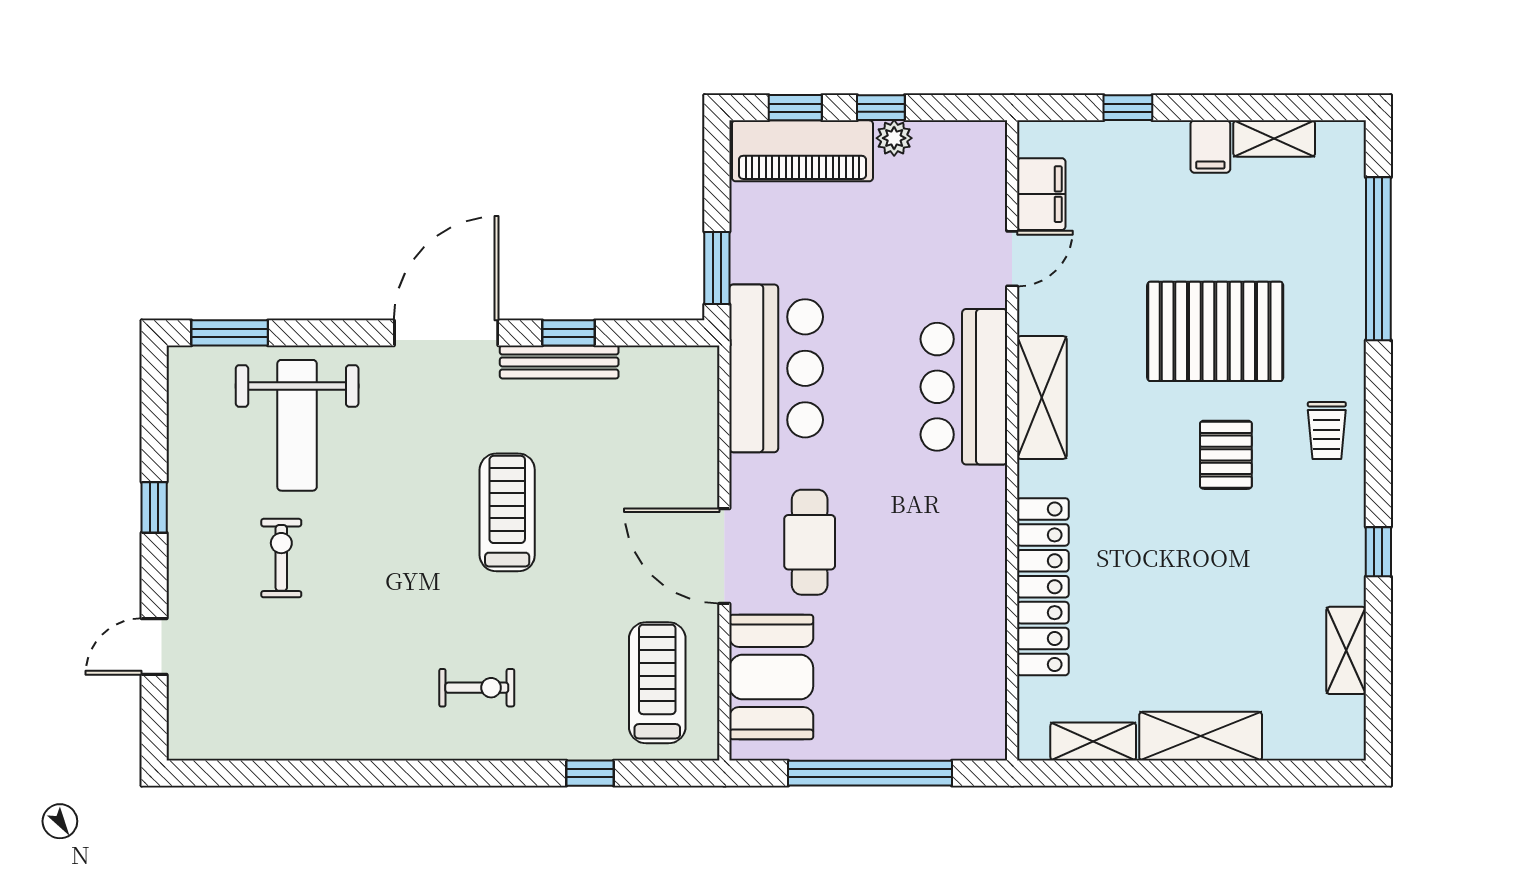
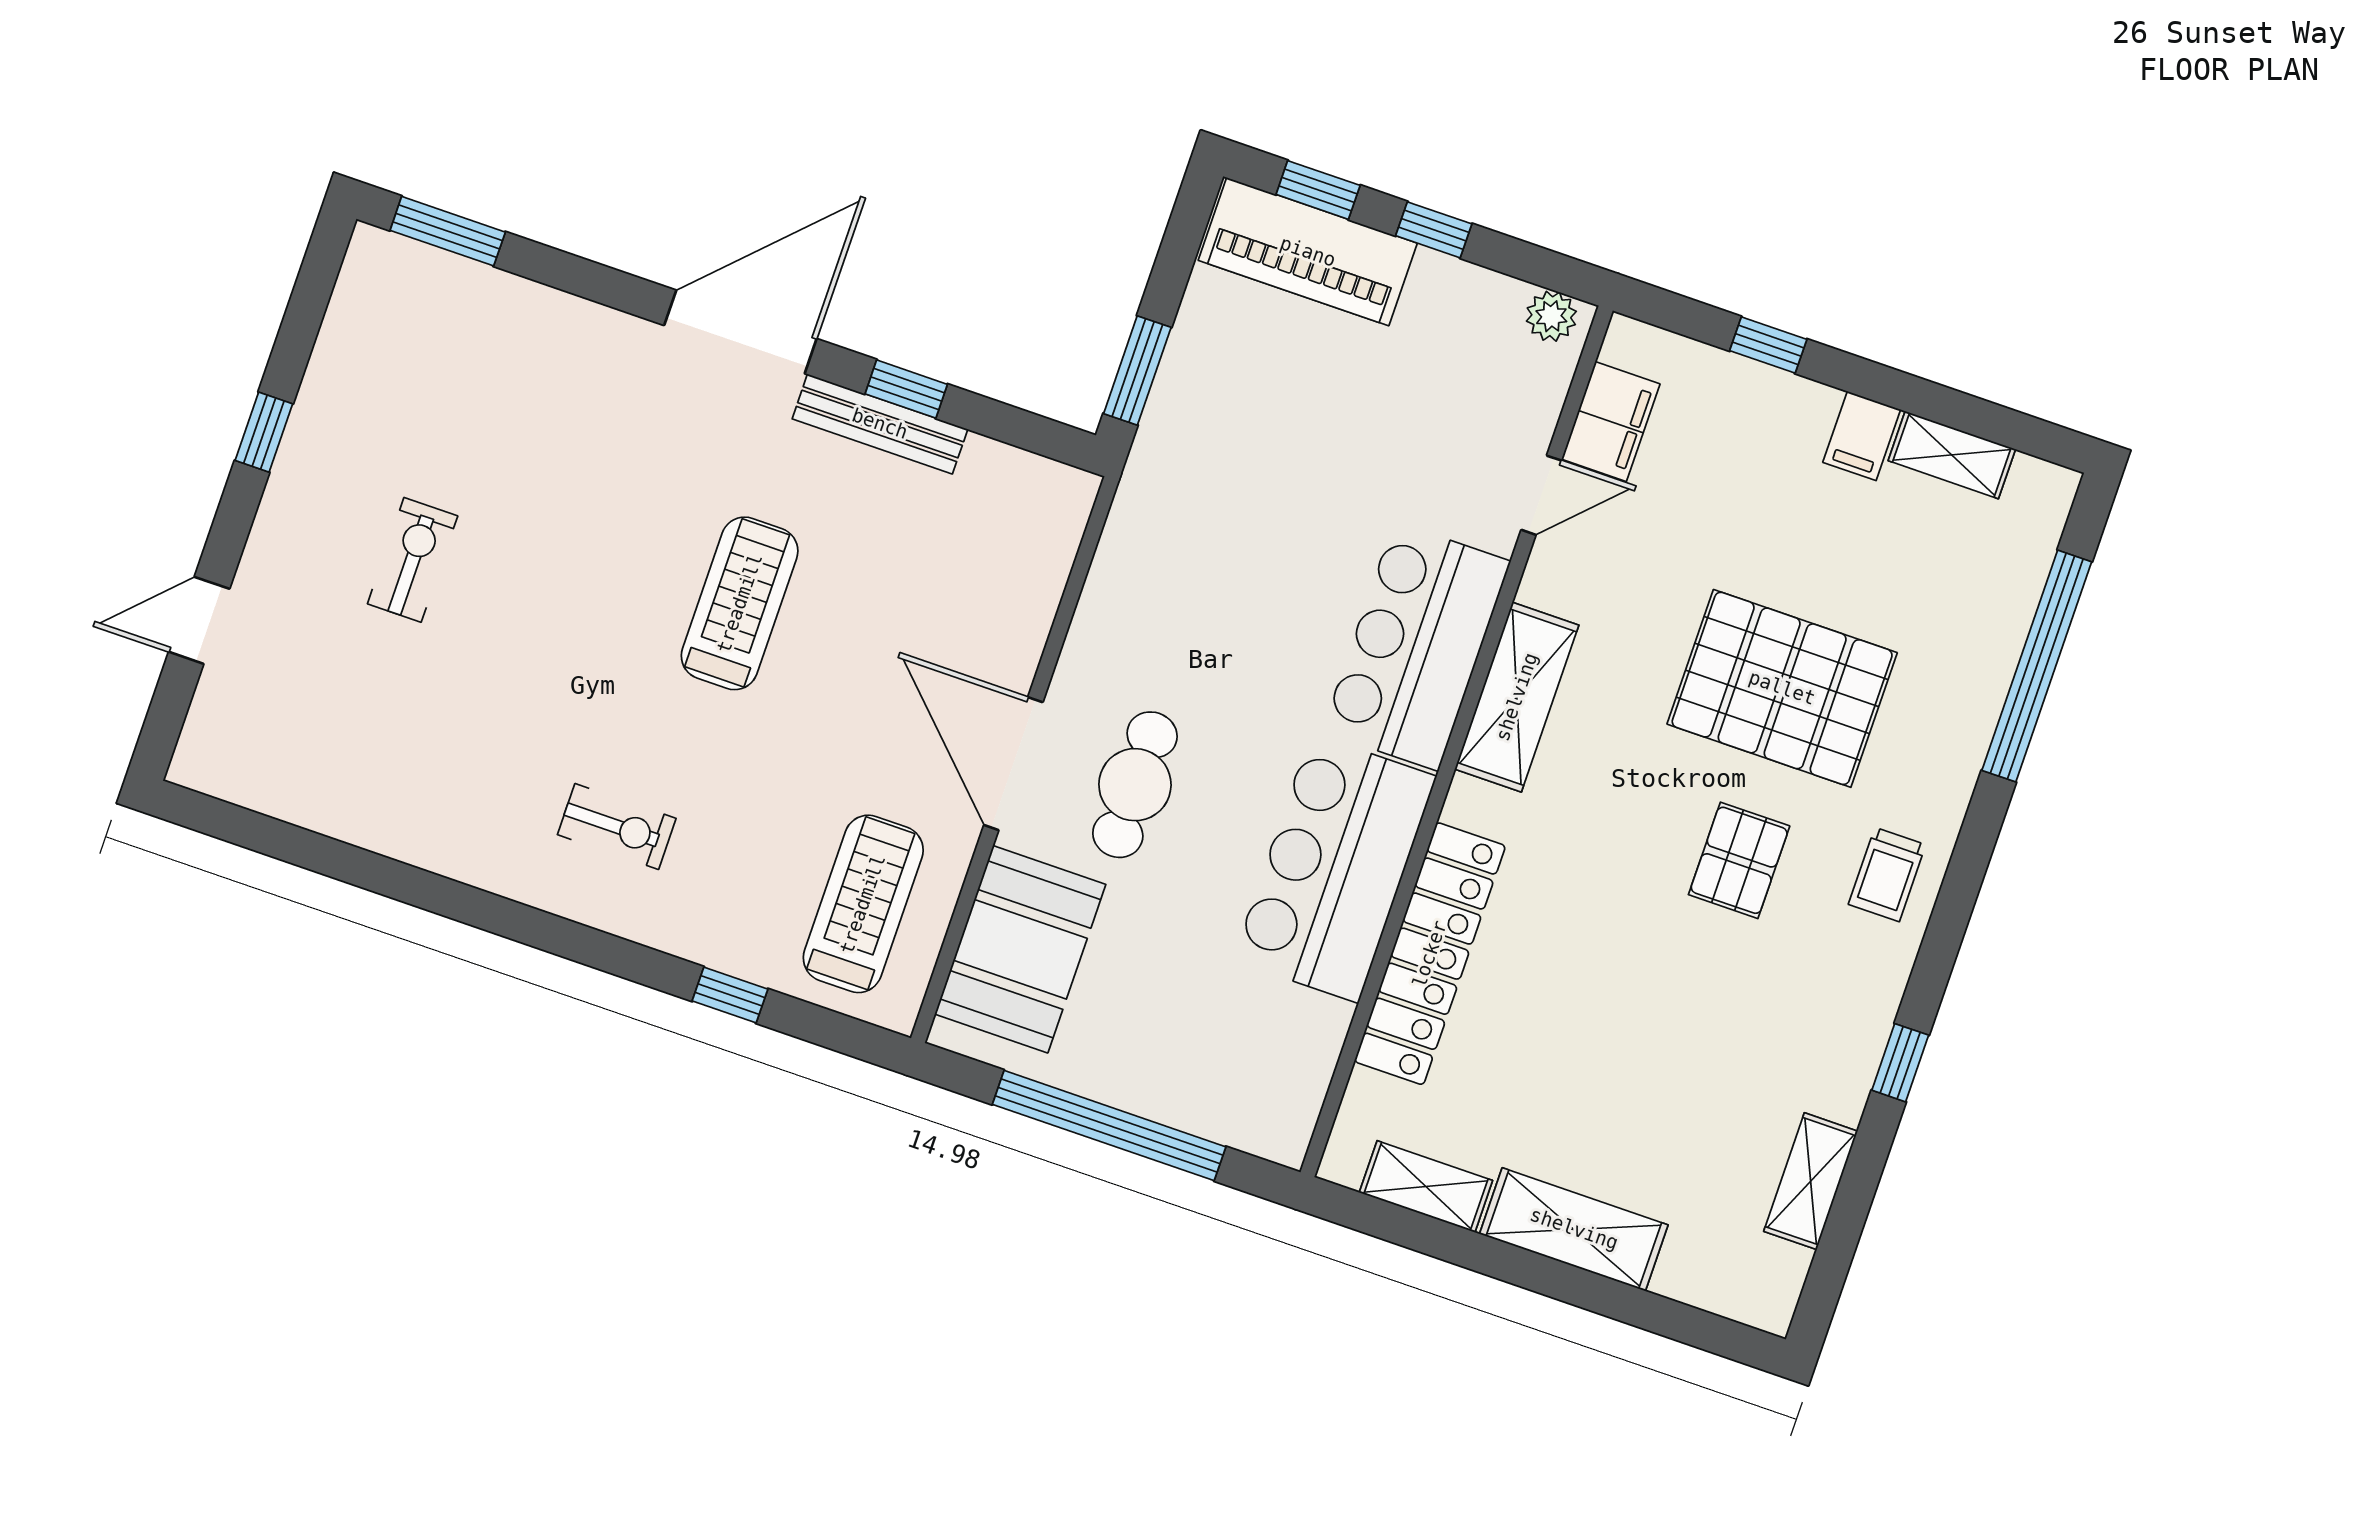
plant: (894, 138) -> (1551, 316), moved
bar counter: (776, 368) -> (1335, 868), moved, turned 180
weight bench: (297, 425) -> (496, 388), removed

